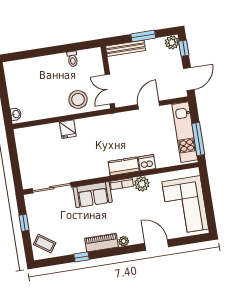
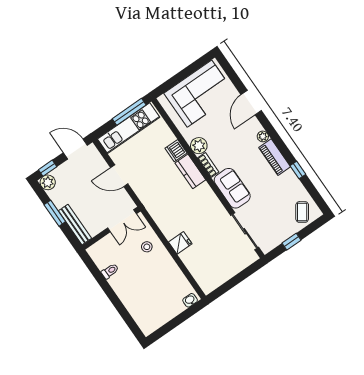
stool: (78, 99) -> (147, 247), width x0.53, depth x0.53

